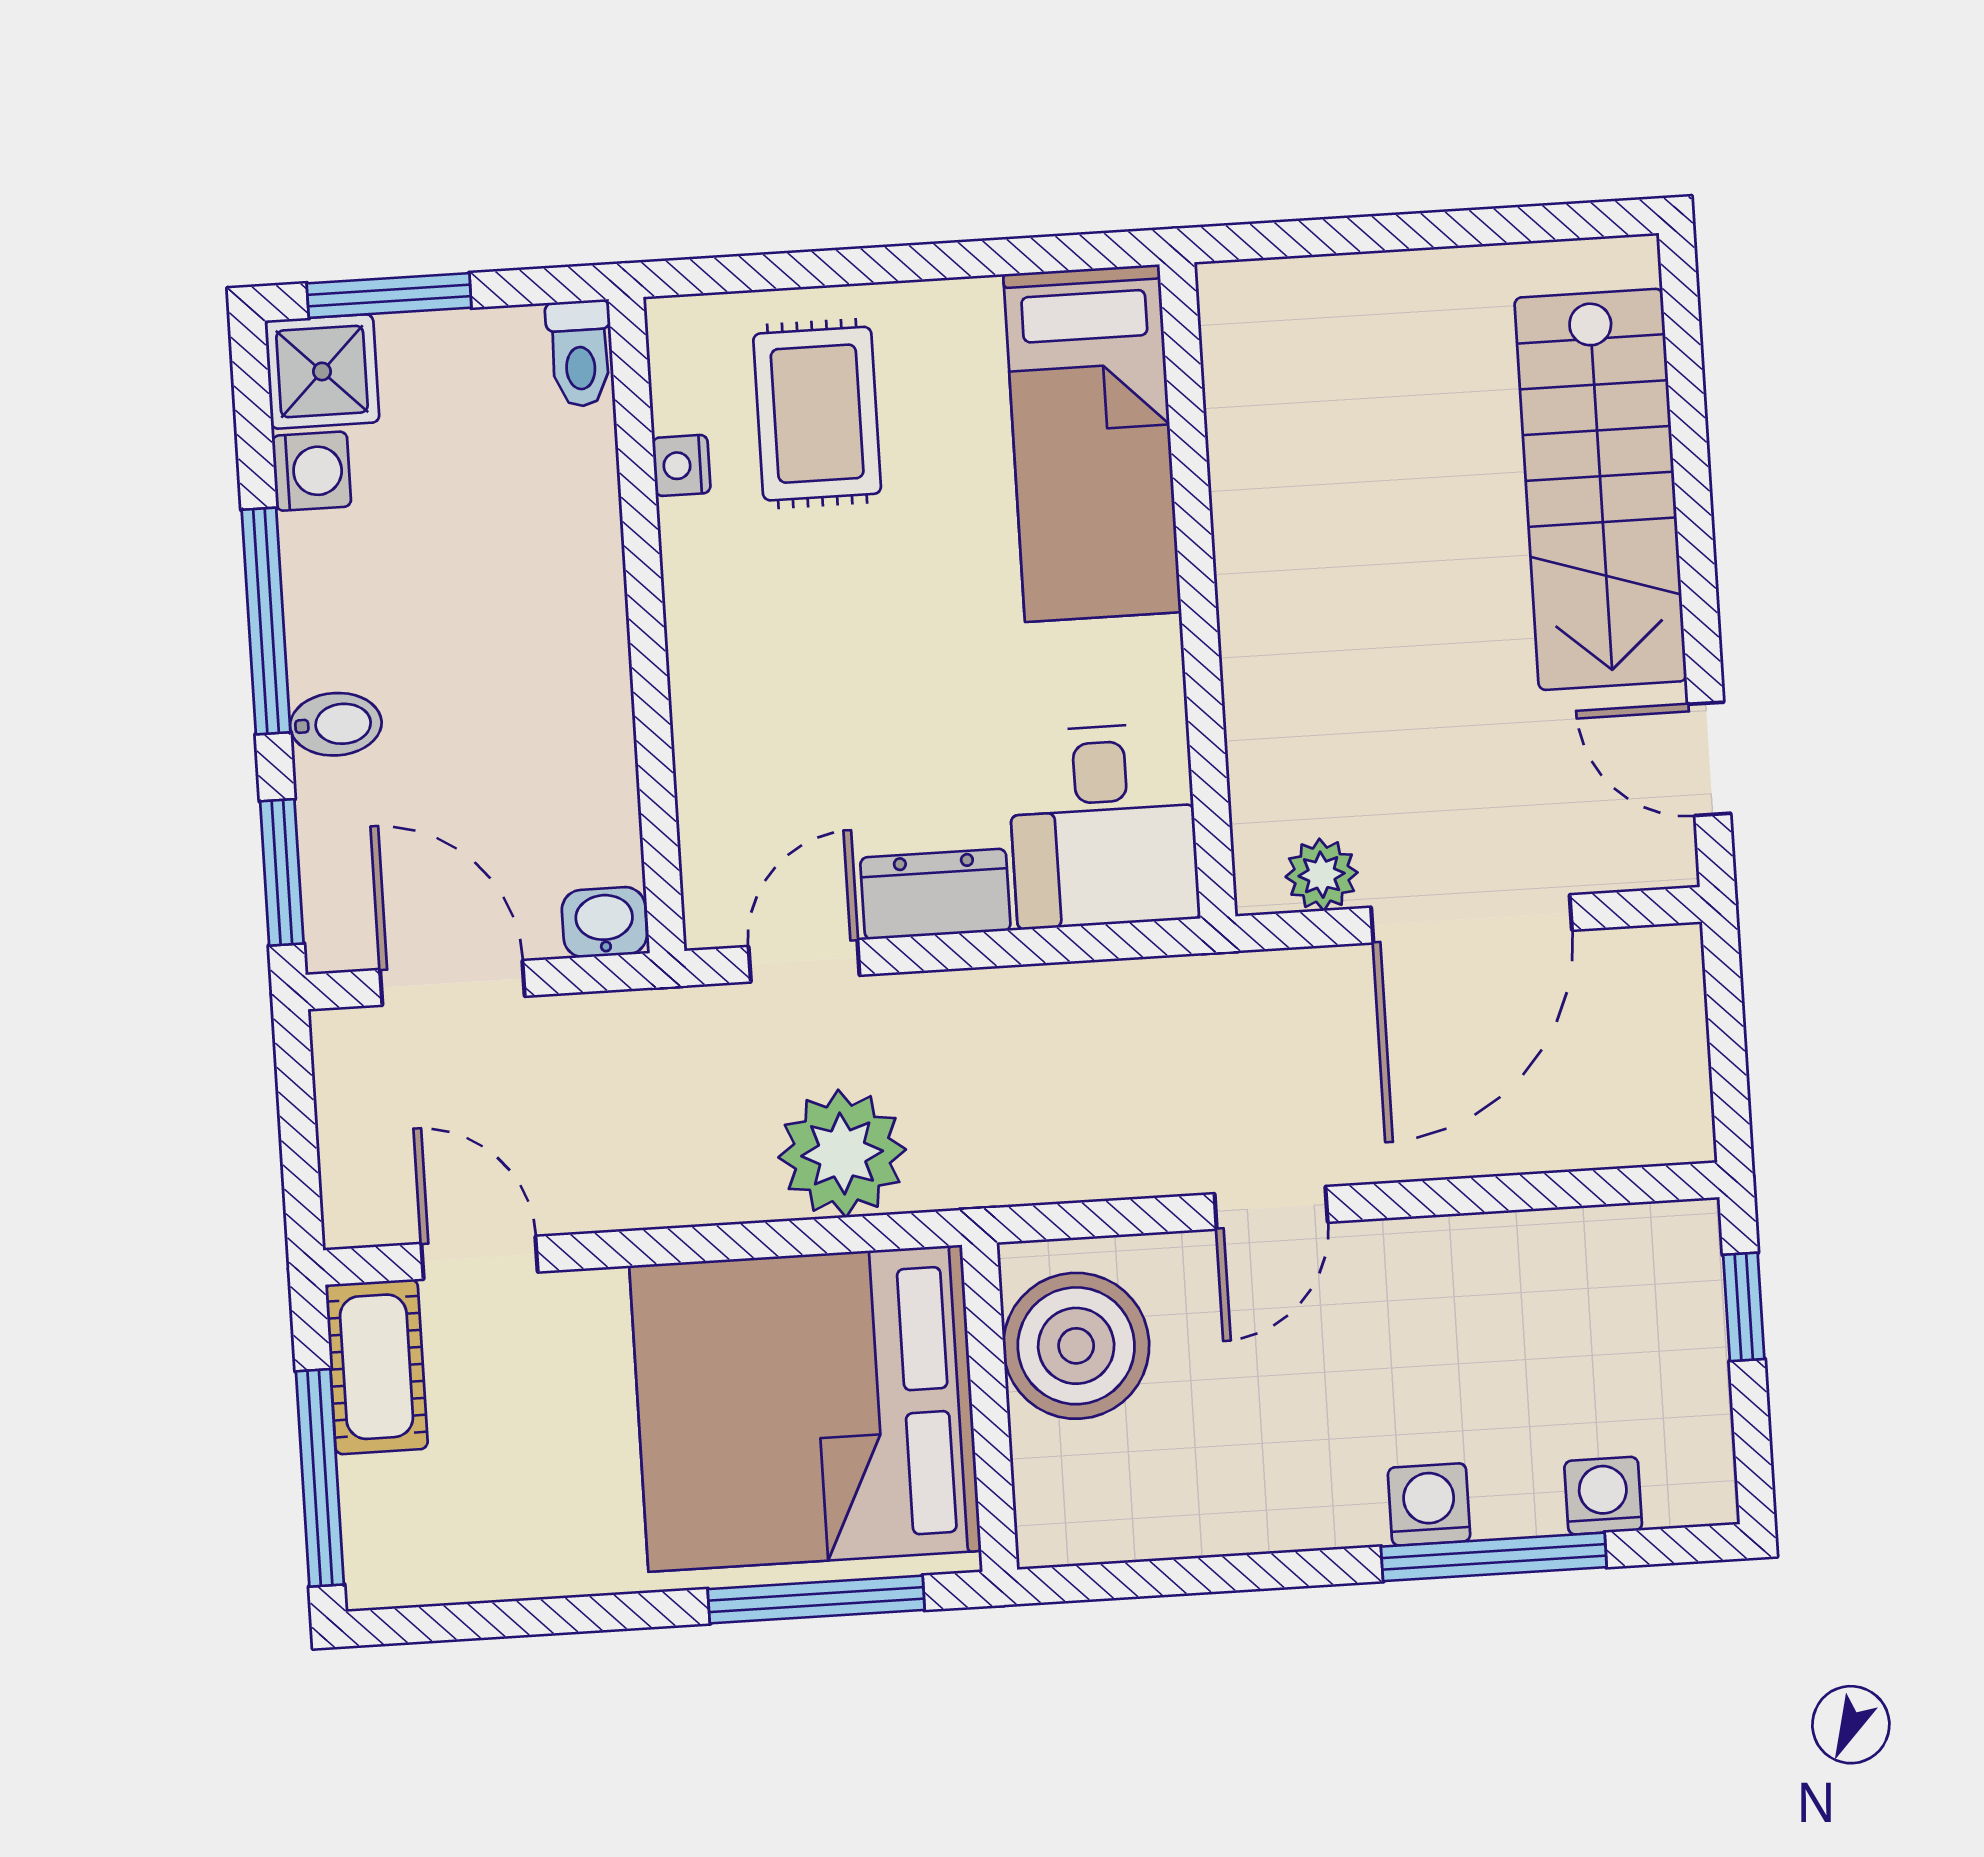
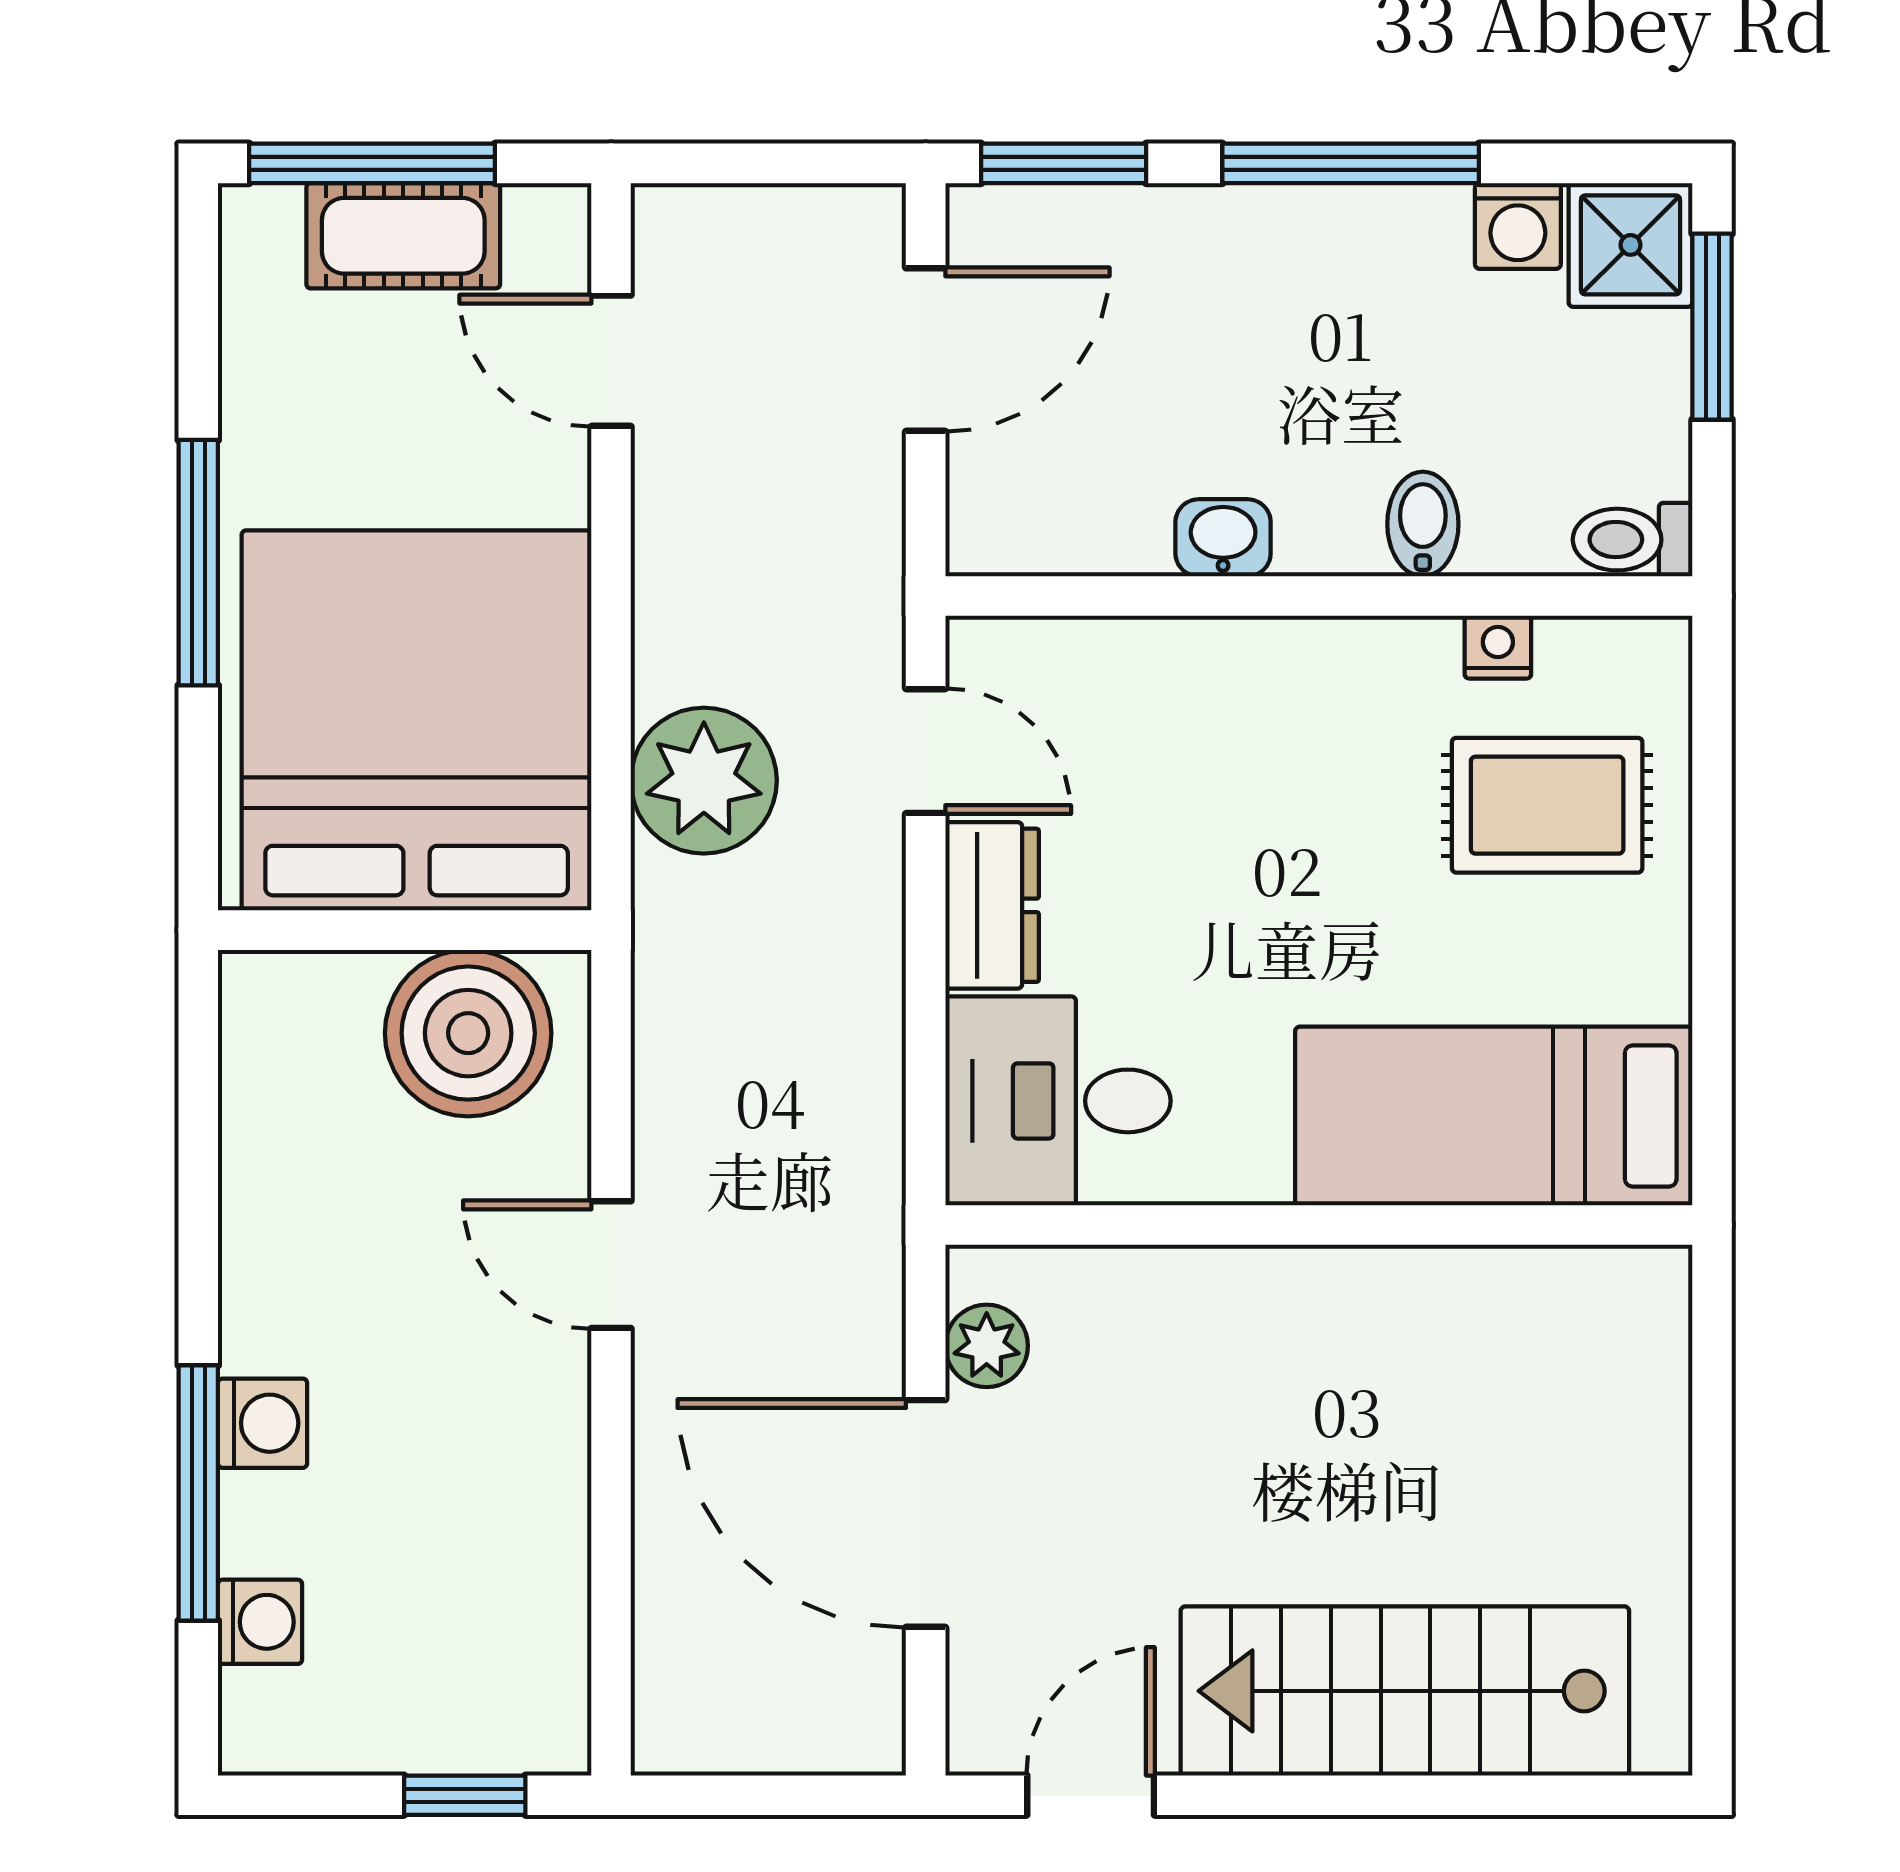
bidet: (336, 724) -> (1423, 524), moved, turned 180
washbasin: (604, 922) -> (1223, 538), moved, turned -90
door: (480, 1258) -> (611, 361), swing flipped
cot: (377, 1367) -> (403, 236), moved
window: (816, 1600) -> (198, 563), moved

